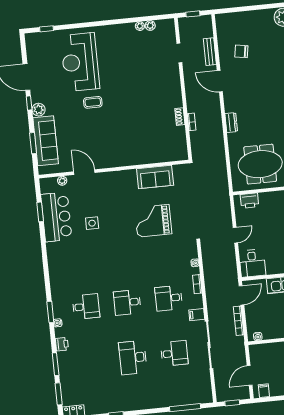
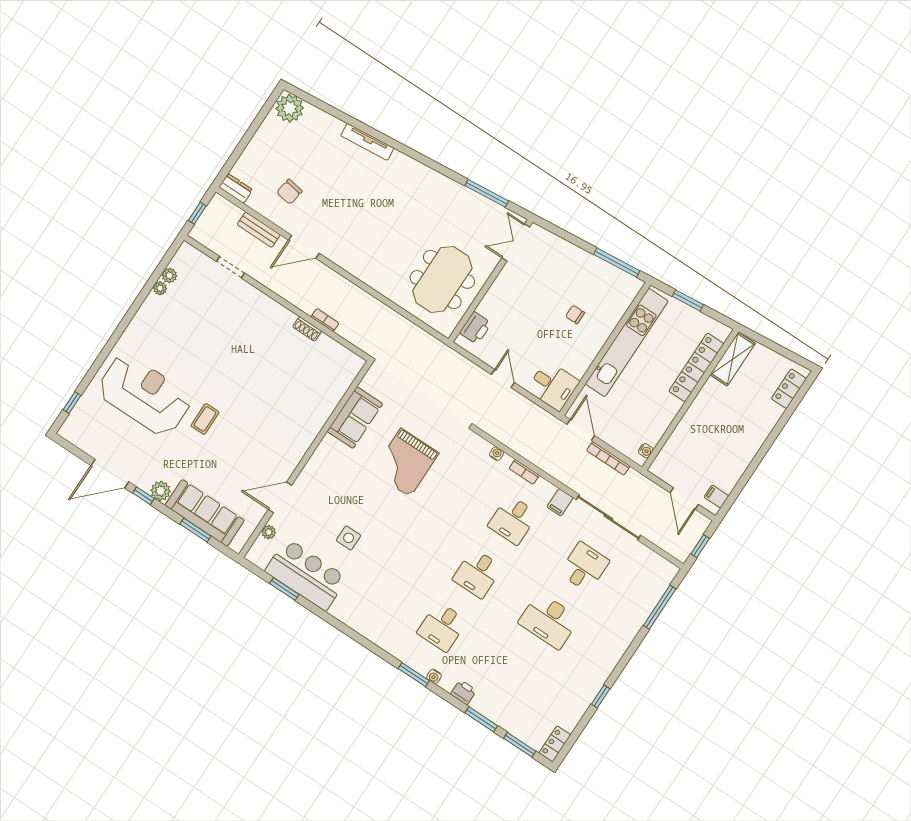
reception desk: (80, 62) -> (144, 395), turned 180
dresser: (231, 123) -> (236, 188), moved
desk: (86, 307) -> (442, 627), turned 180

